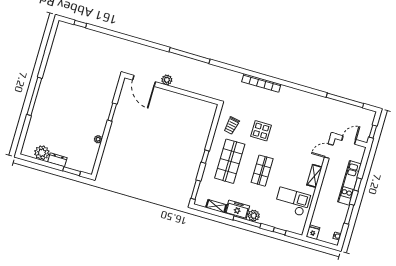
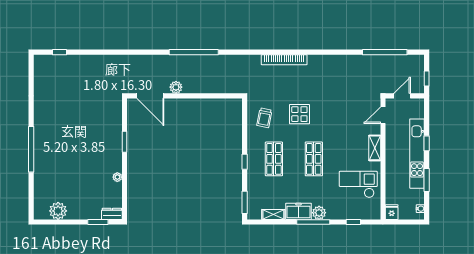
dresser: (57, 160) -> (112, 214), moved
shop shelf: (230, 161) -> (274, 159), width x0.70, depth x0.74
kitchen unit: (350, 183) -> (417, 154), width x1.36

